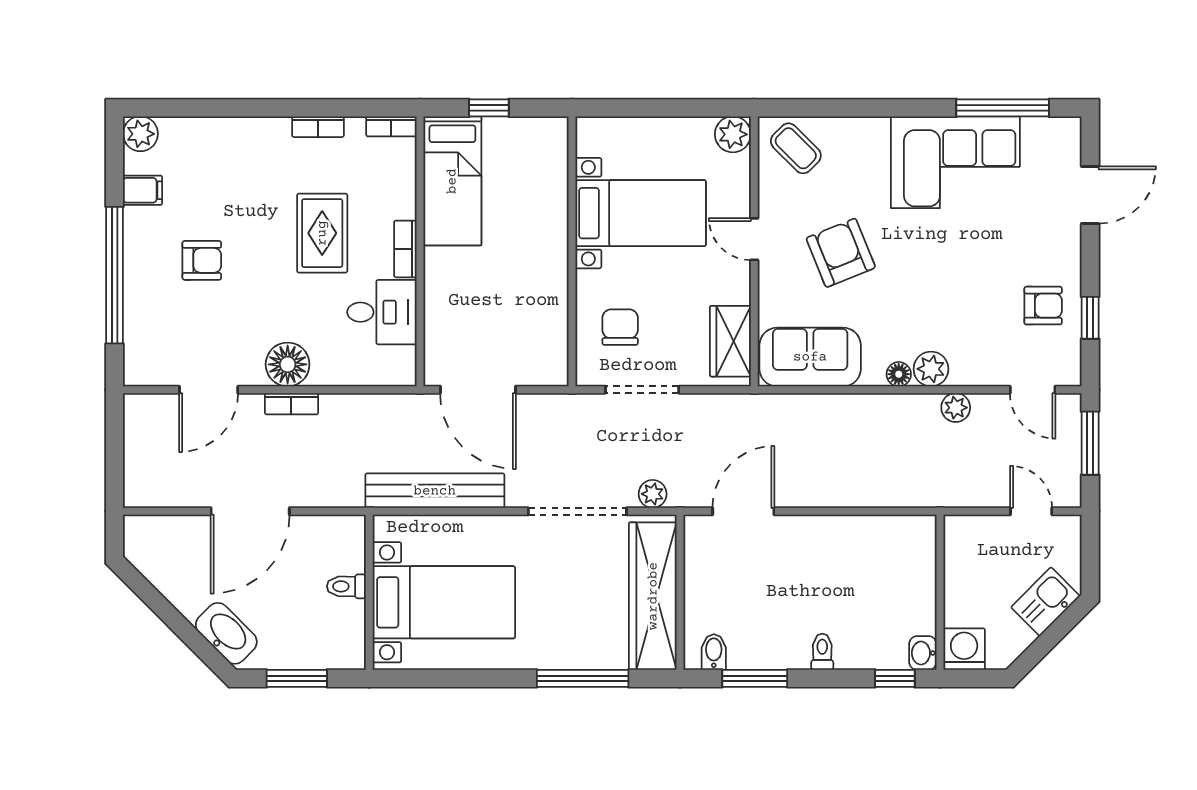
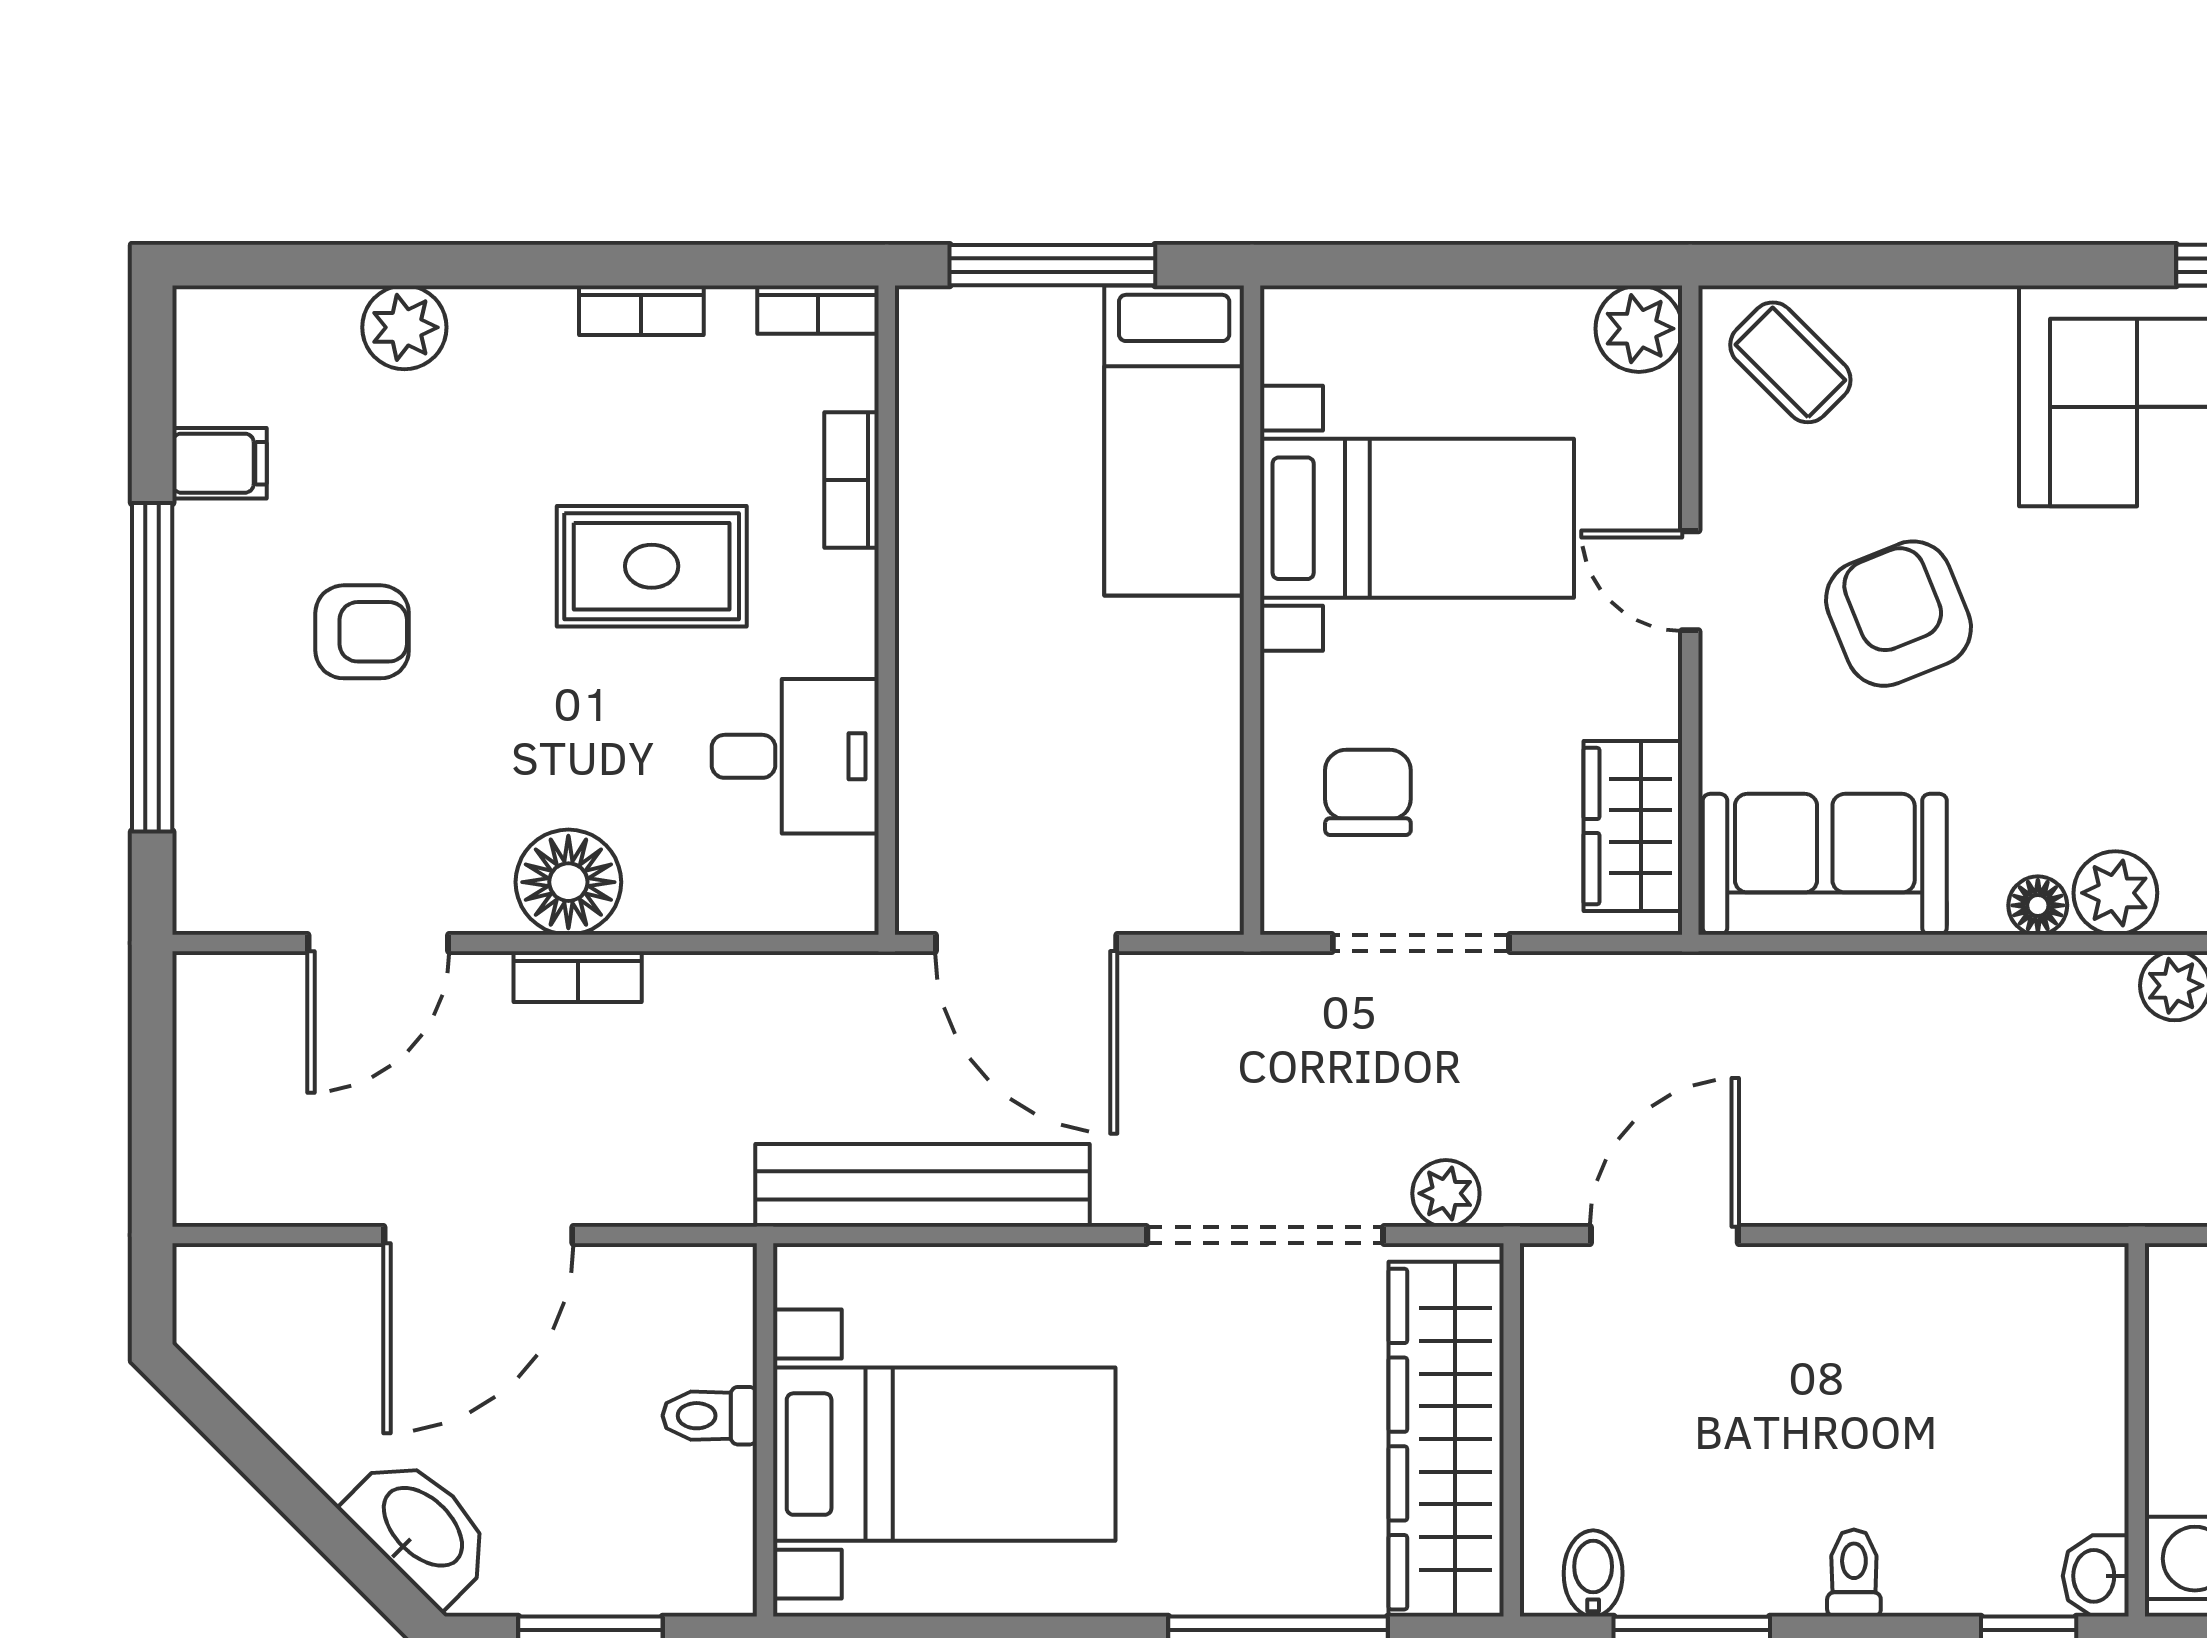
window: (489, 108) -> (1052, 265), width x2.17
plant: (140, 134) -> (404, 327), moved
bed: (452, 181) -> (1174, 440), moved
rug: (322, 233) -> (652, 566), turned 90
bookcase: (405, 249) -> (851, 480), moved

